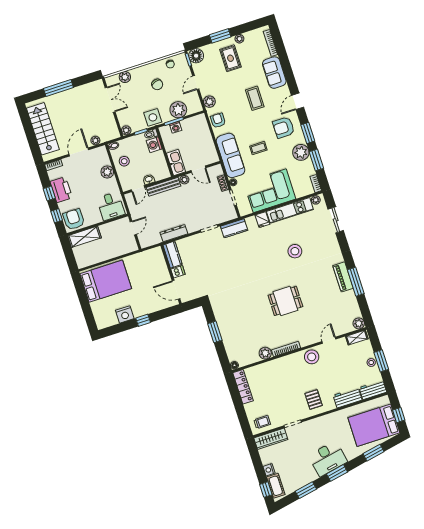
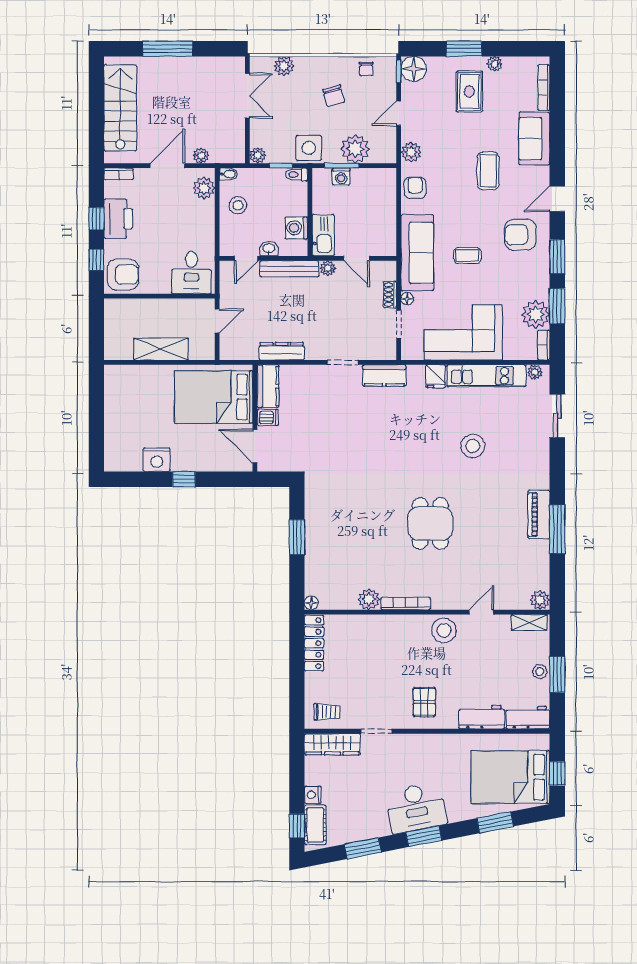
washing machine: (154, 145) -> (296, 228), moved
plant: (301, 152) -> (536, 315), moved
plant: (107, 172) -> (204, 188), moved
armchair: (74, 219) -> (123, 275), turned 90
shelving: (84, 237) -> (161, 349), moved
bed: (106, 281) -> (214, 397), moved, turned 180
dining table: (285, 301) -> (430, 523), turned 90

